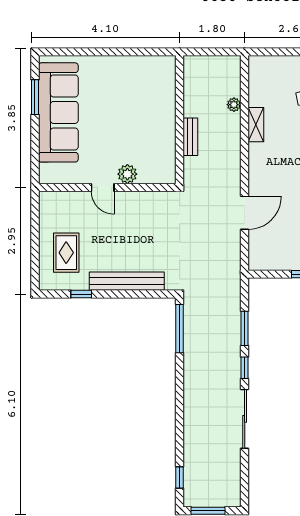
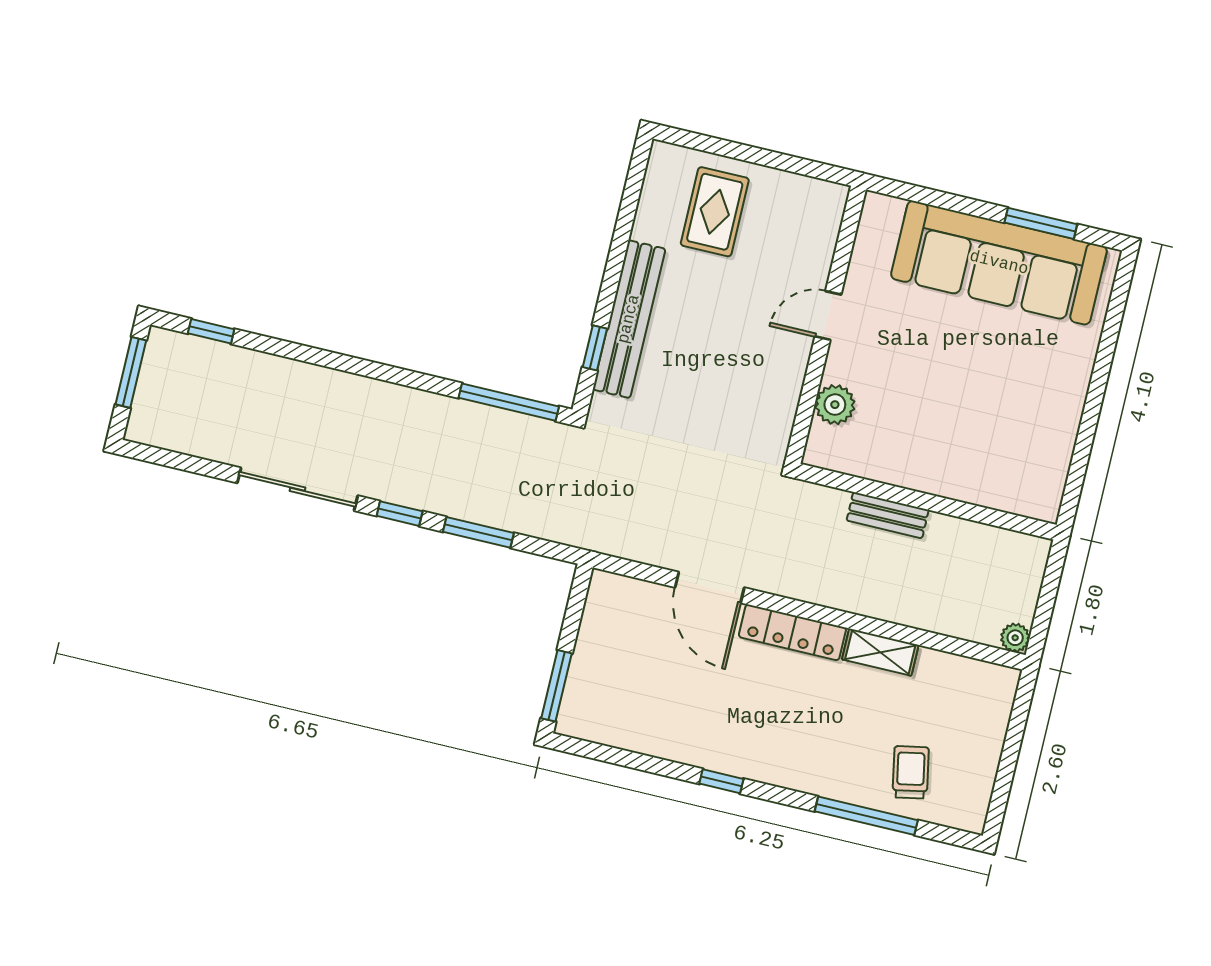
plant: (234, 105) -> (1015, 638), moved
locker: (256, 168) -> (792, 632), added
plant: (127, 174) -> (835, 405), moved
rug: (66, 253) -> (715, 212), turned 90
window: (81, 294) -> (595, 348), moved

